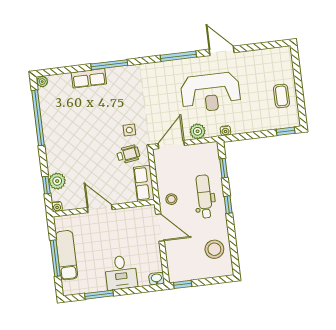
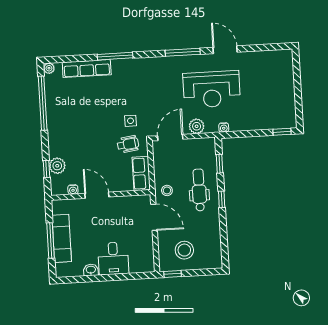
row of seats: (89, 78) -> (87, 68), width x1.48
coffee table: (281, 96) -> (280, 97), removed
water cooler: (57, 207) -> (73, 190), moved
stool: (214, 249) -> (184, 250), moved
washbasin: (157, 279) -> (91, 270), moved
window: (99, 295) -> (91, 279), removed

